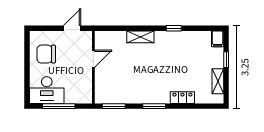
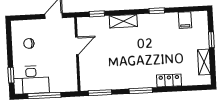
window: (115, 28) -> (97, 14), added
filing cabinet: (218, 39) -> (185, 20), moved
chair: (46, 54) -> (29, 43), width x0.54, depth x0.54
window: (27, 84) -> (11, 75), added

